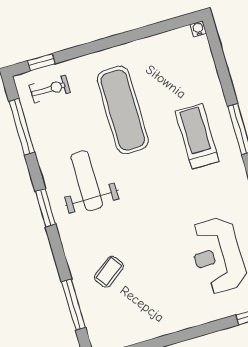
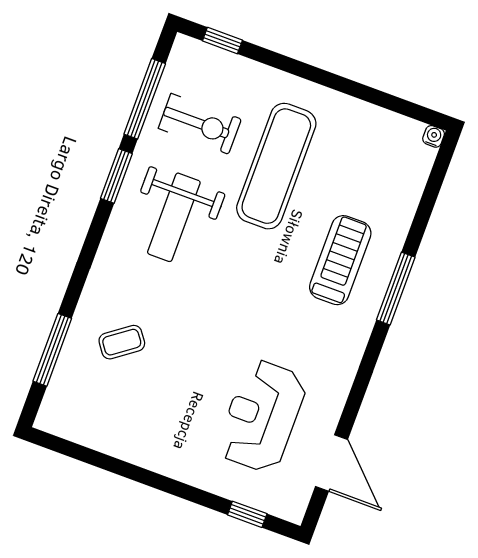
exercise bike: (50, 89) -> (200, 124), moved, width x1.38, depth x1.39
weight bench: (87, 181) -> (174, 217), turned 180
window: (45, 208) -> (116, 176), moved

